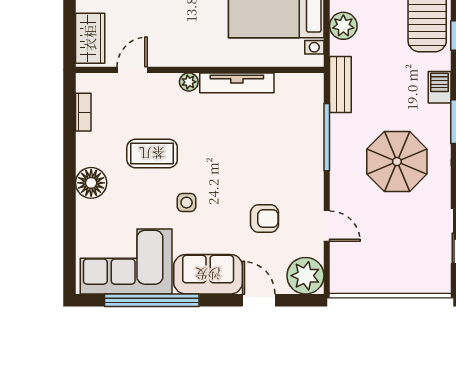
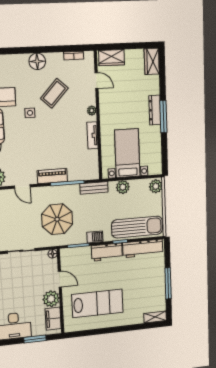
tv unit: (237, 83) -> (92, 135), width x0.71
coffee table: (152, 153) -> (54, 93), turned 43
piano: (311, 166) -> (52, 176), added
armchair: (265, 219) -> (24, 154), removed
door: (327, 226) -> (22, 187), hinge flipped

